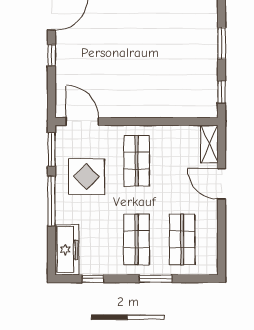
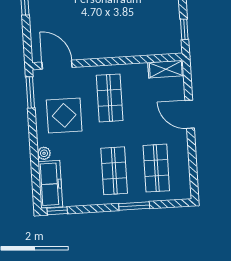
shelving: (209, 144) -> (166, 69), moved, turned 90
window: (52, 201) -> (33, 140), removed
plant: (62, 216) -> (44, 153), added
window: (93, 279) -> (57, 211), moved

